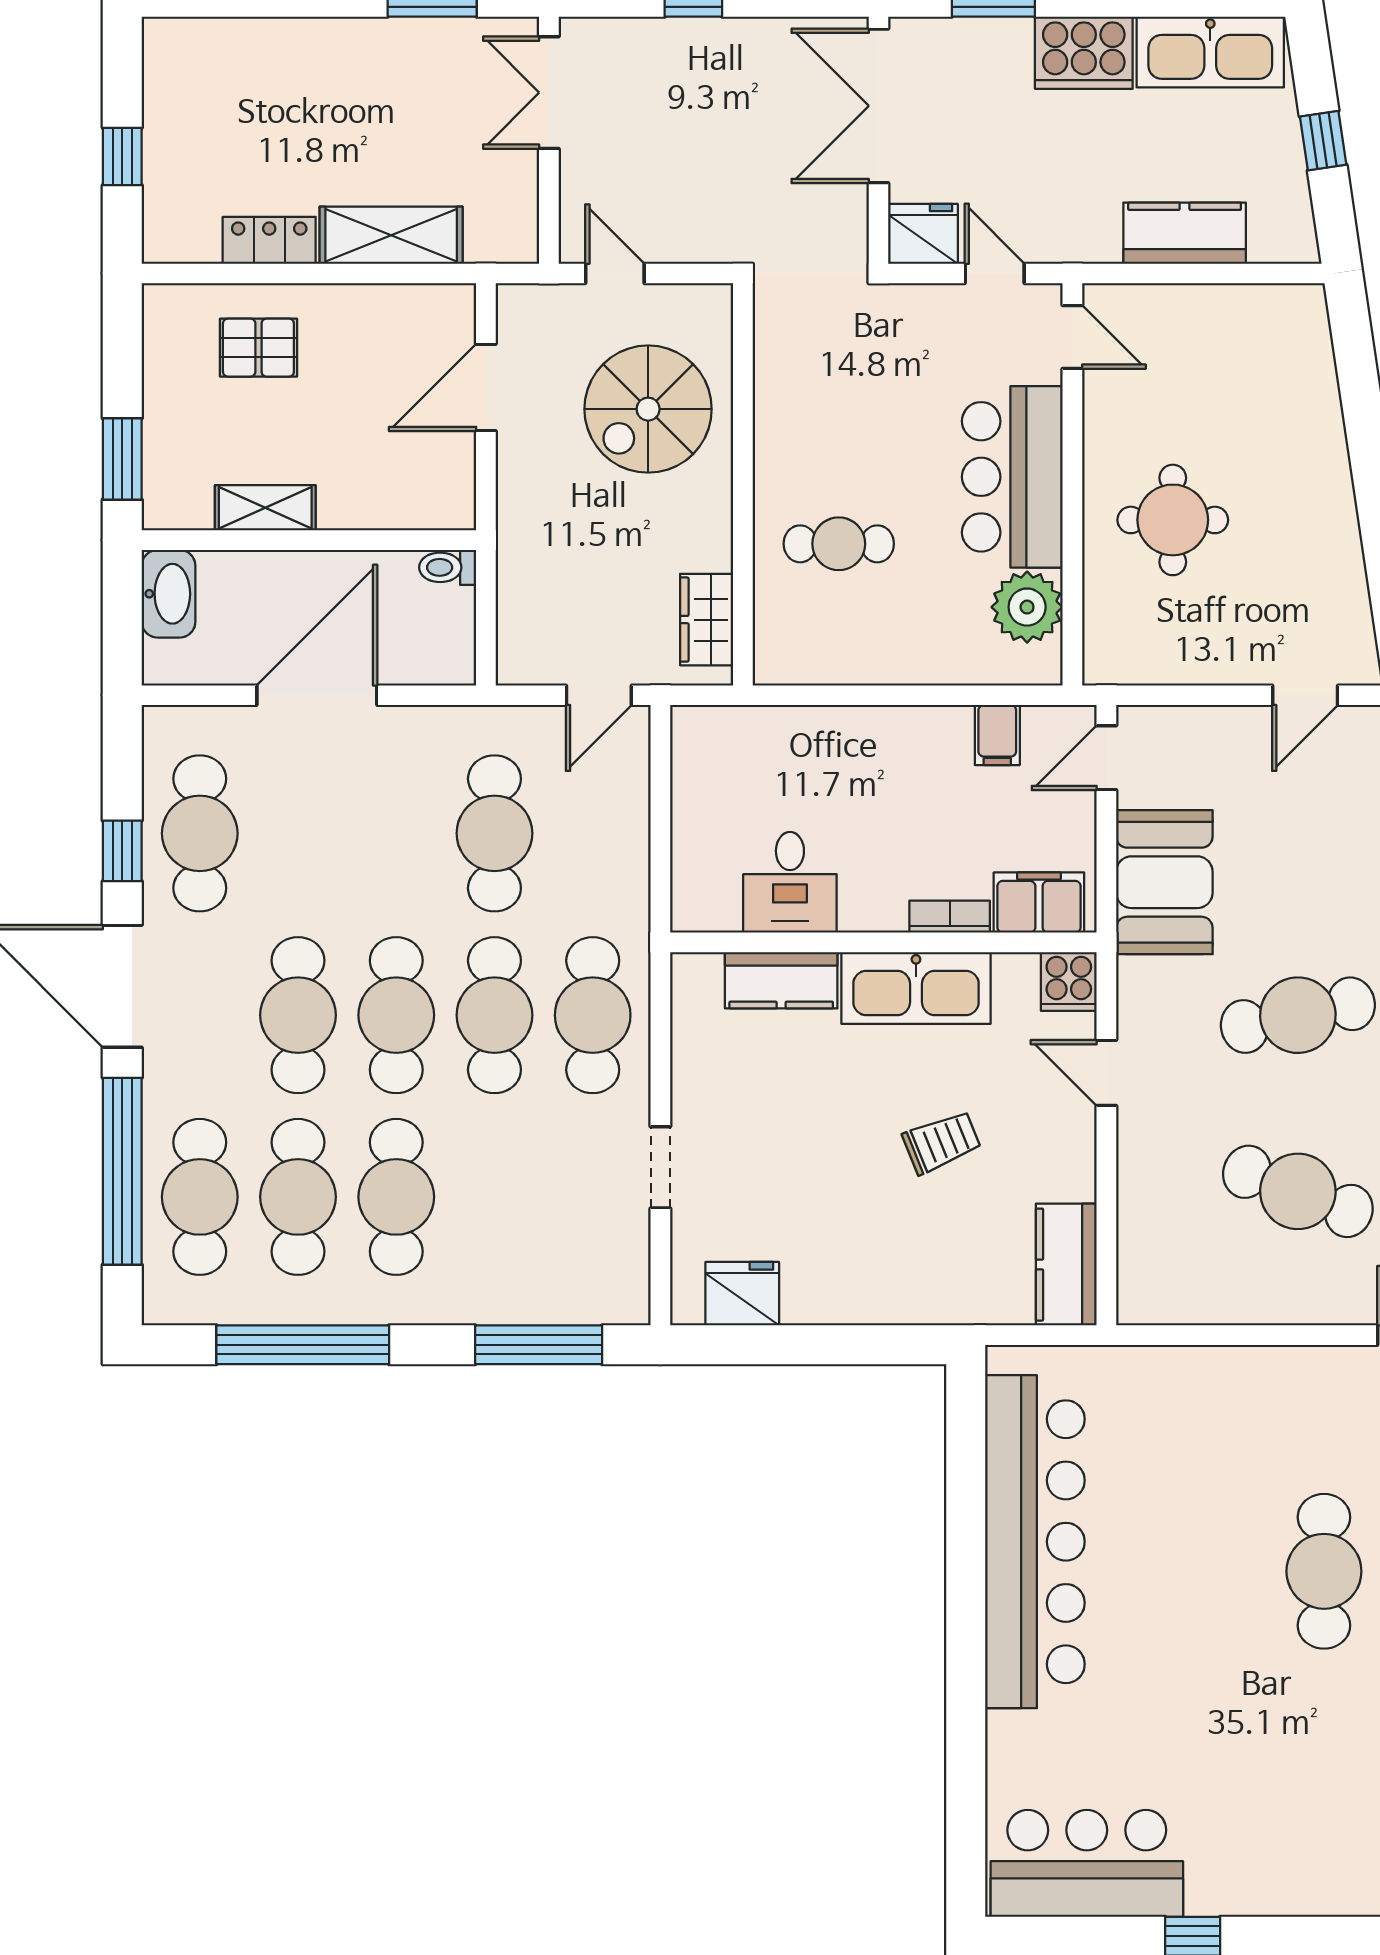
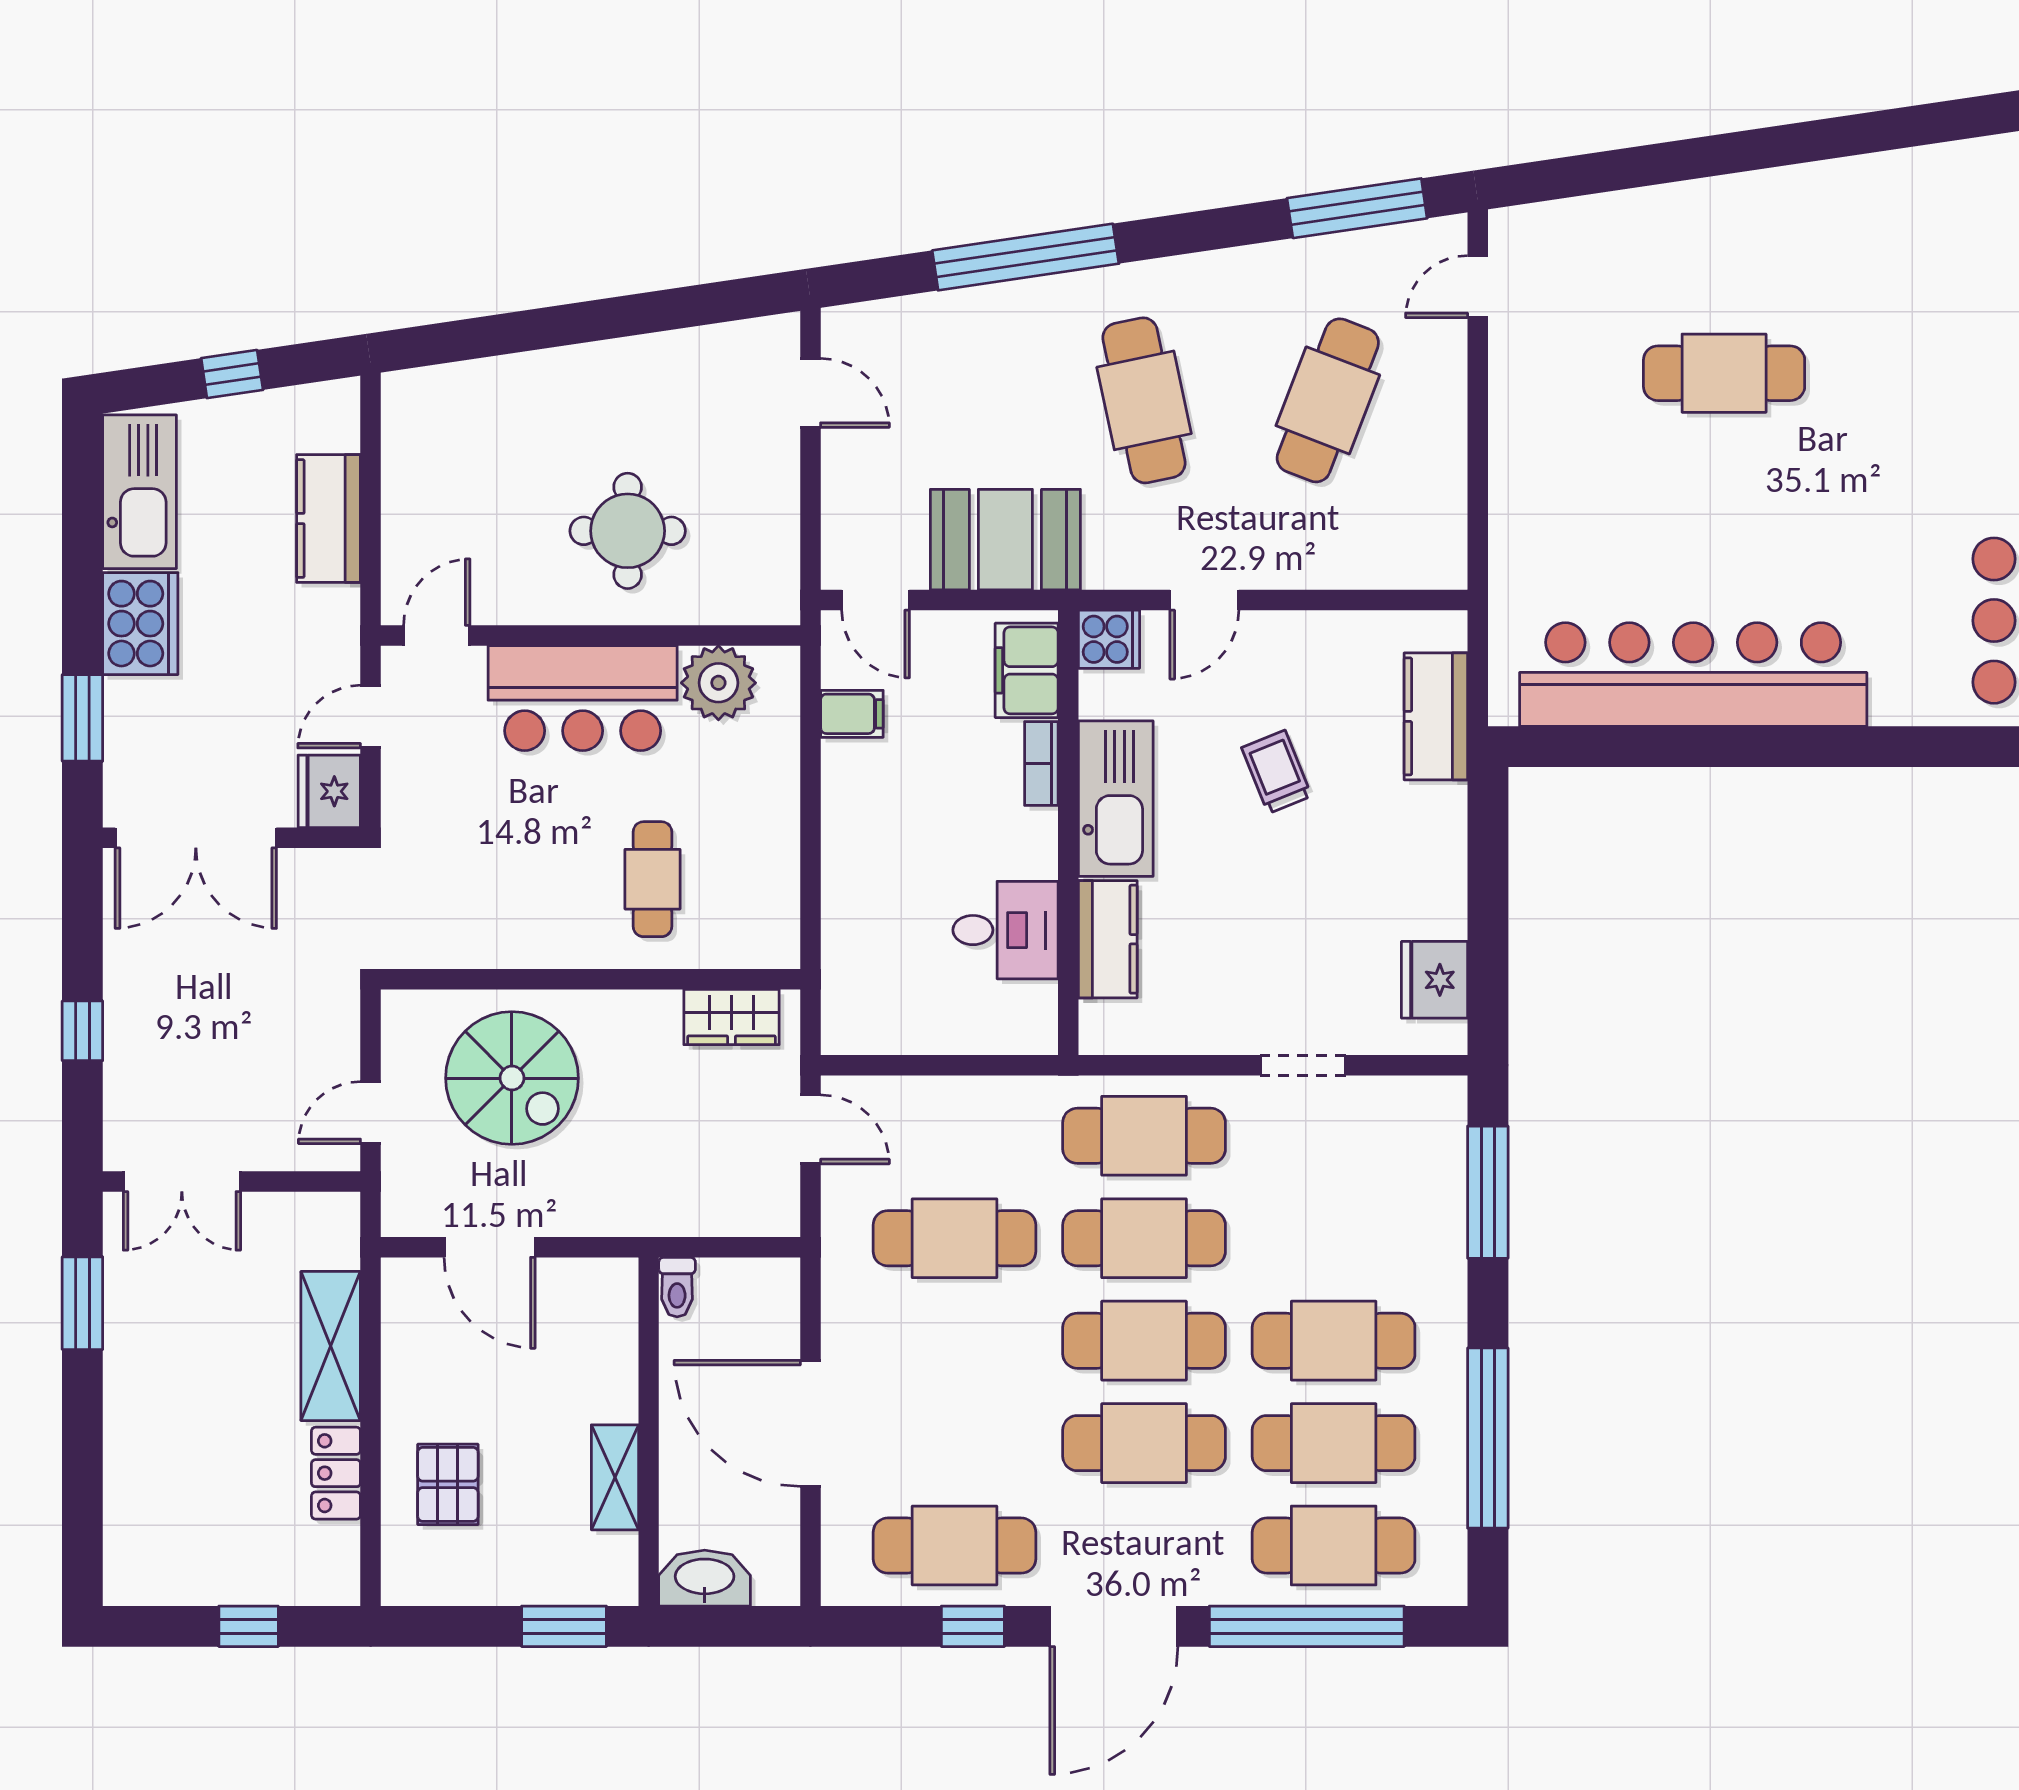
kitchen counter: (1066, 1265) -> (1436, 716), moved, turned 90

